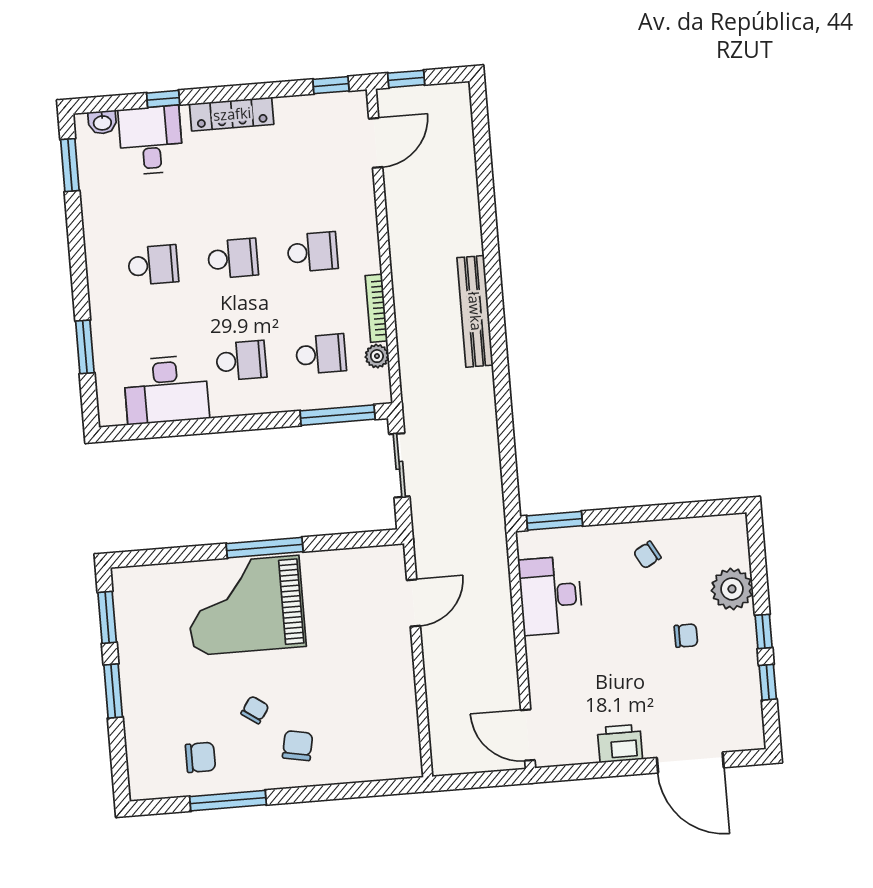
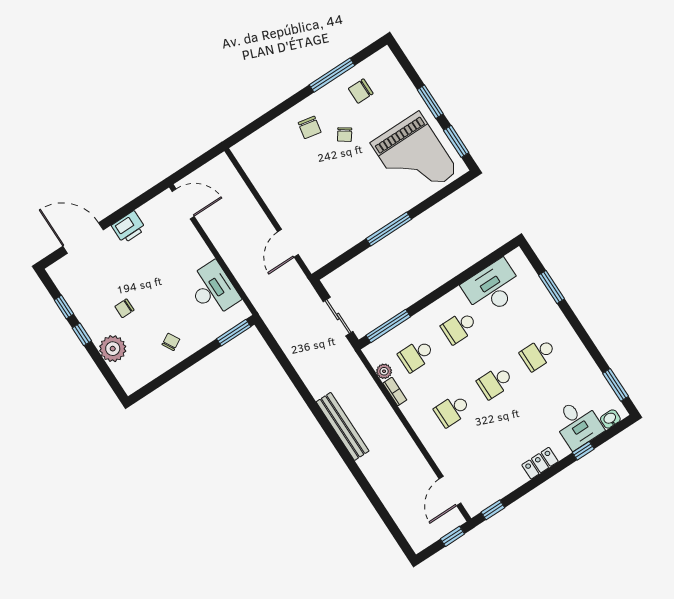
locker: (232, 114) -> (540, 463), width x0.66
bookcase: (376, 308) -> (395, 392), width x0.64
grand piano: (246, 605) -> (414, 157), moved, turned 90

